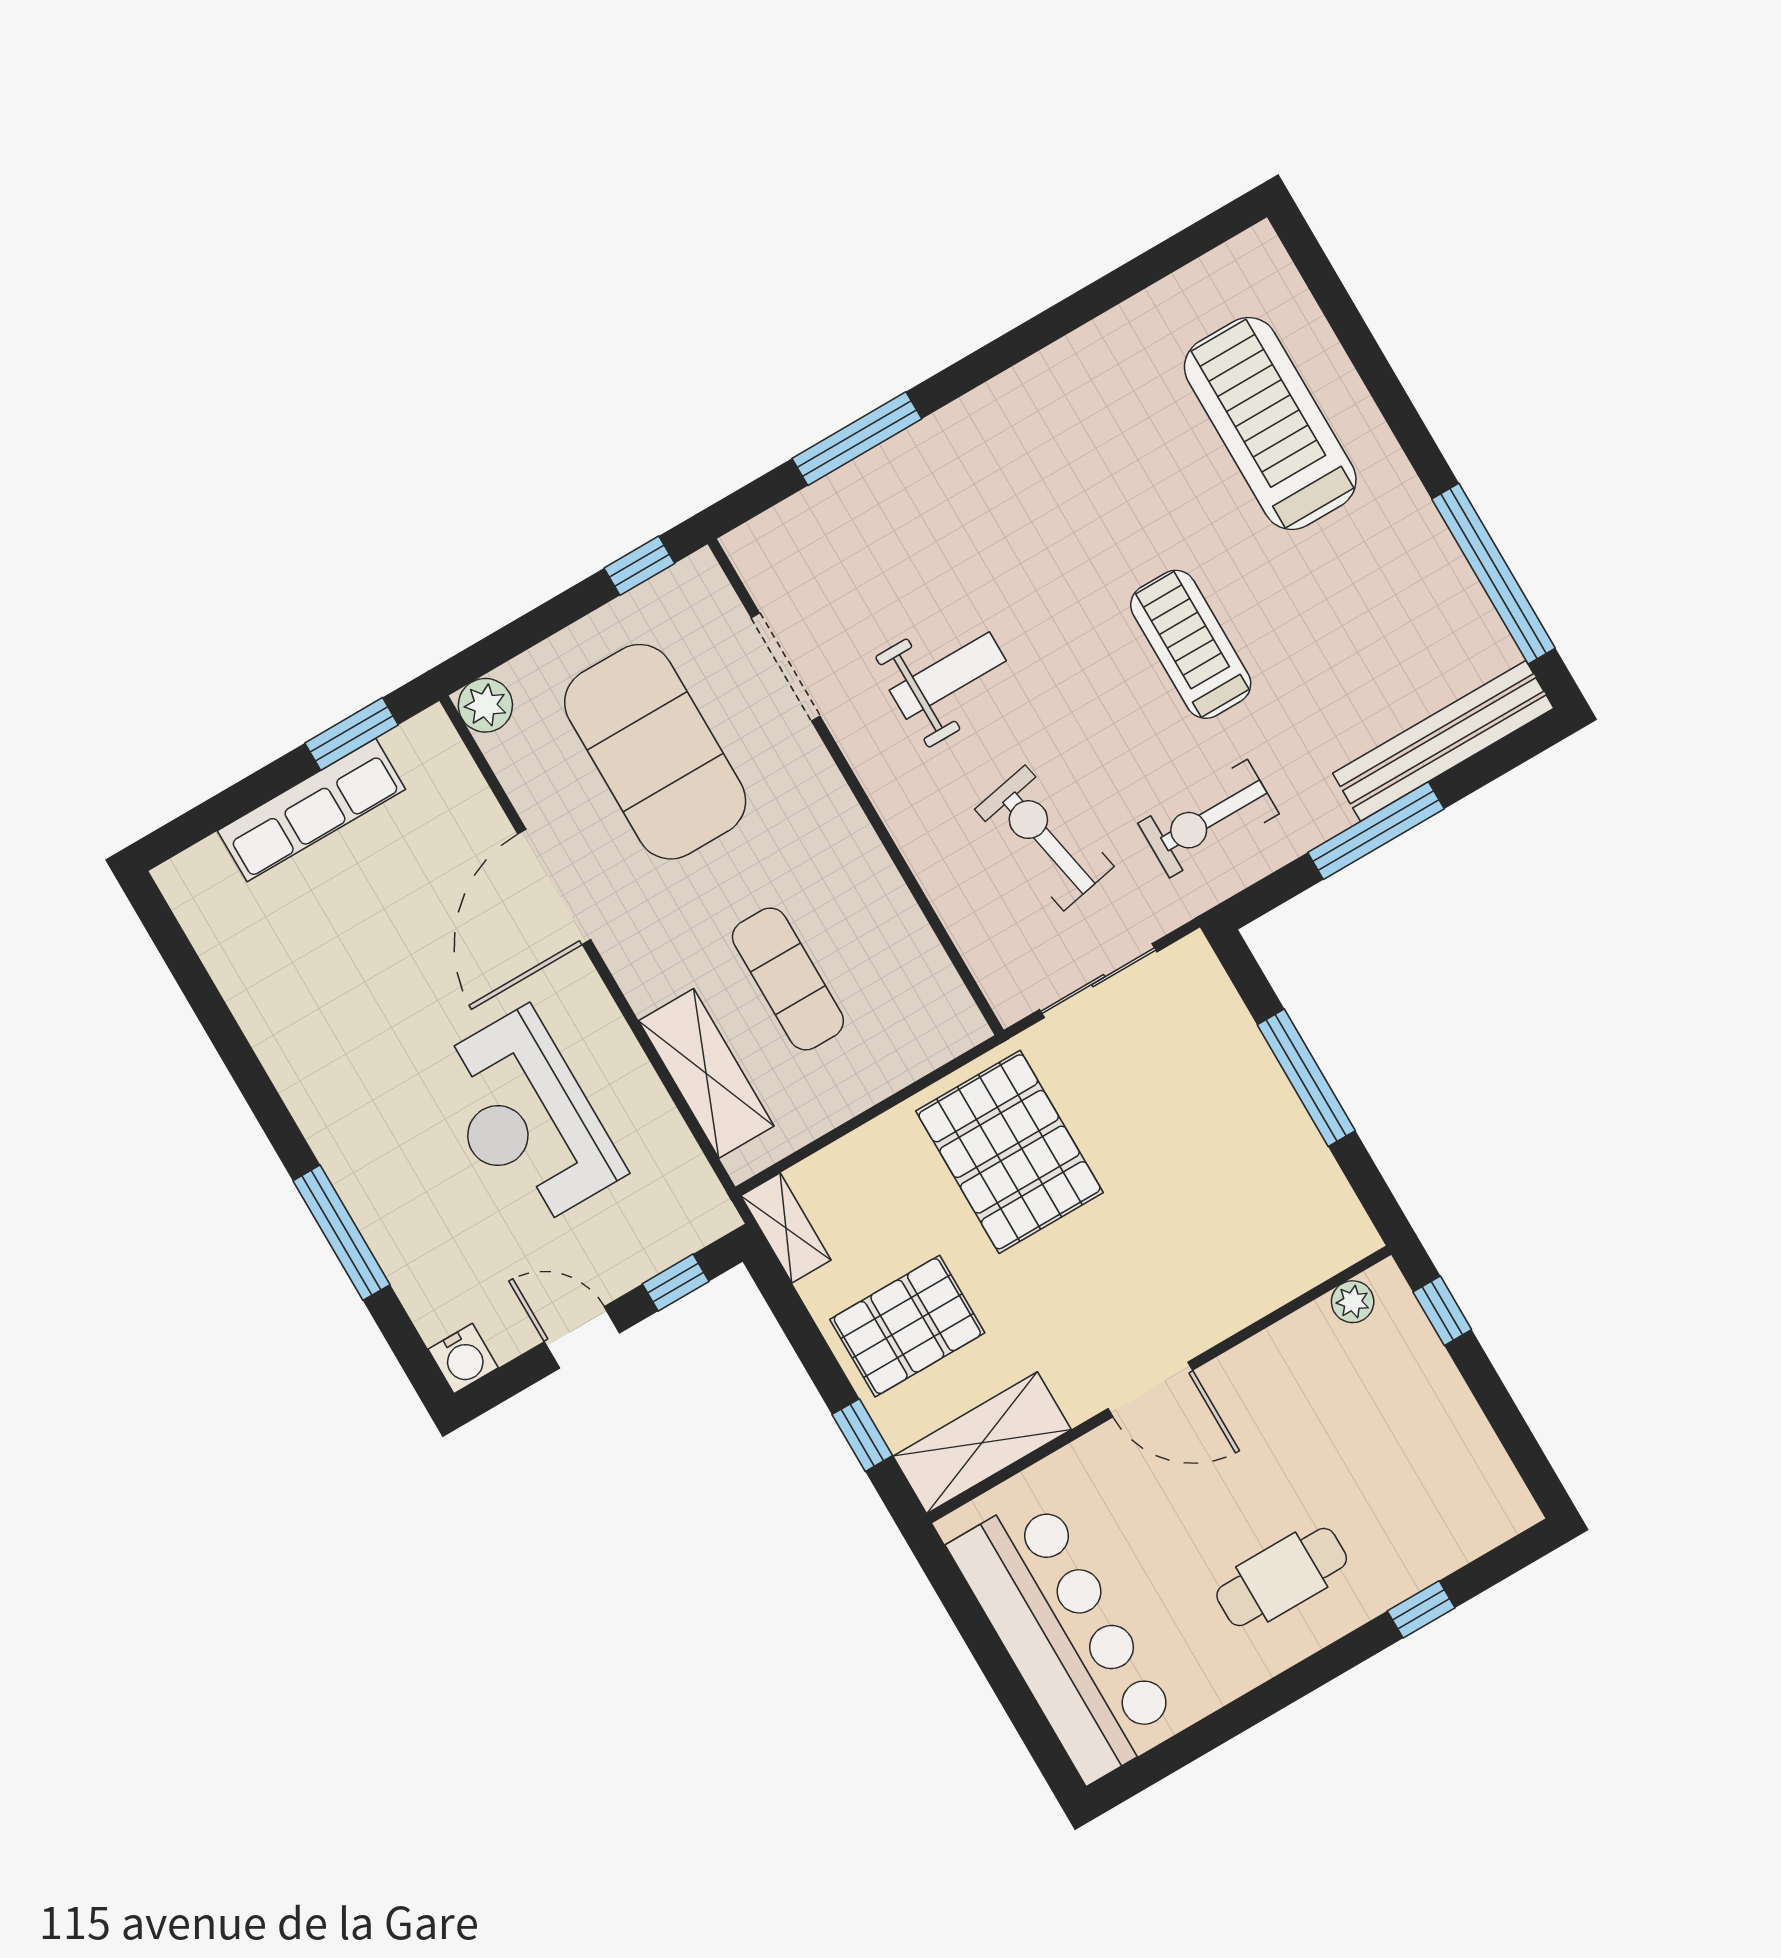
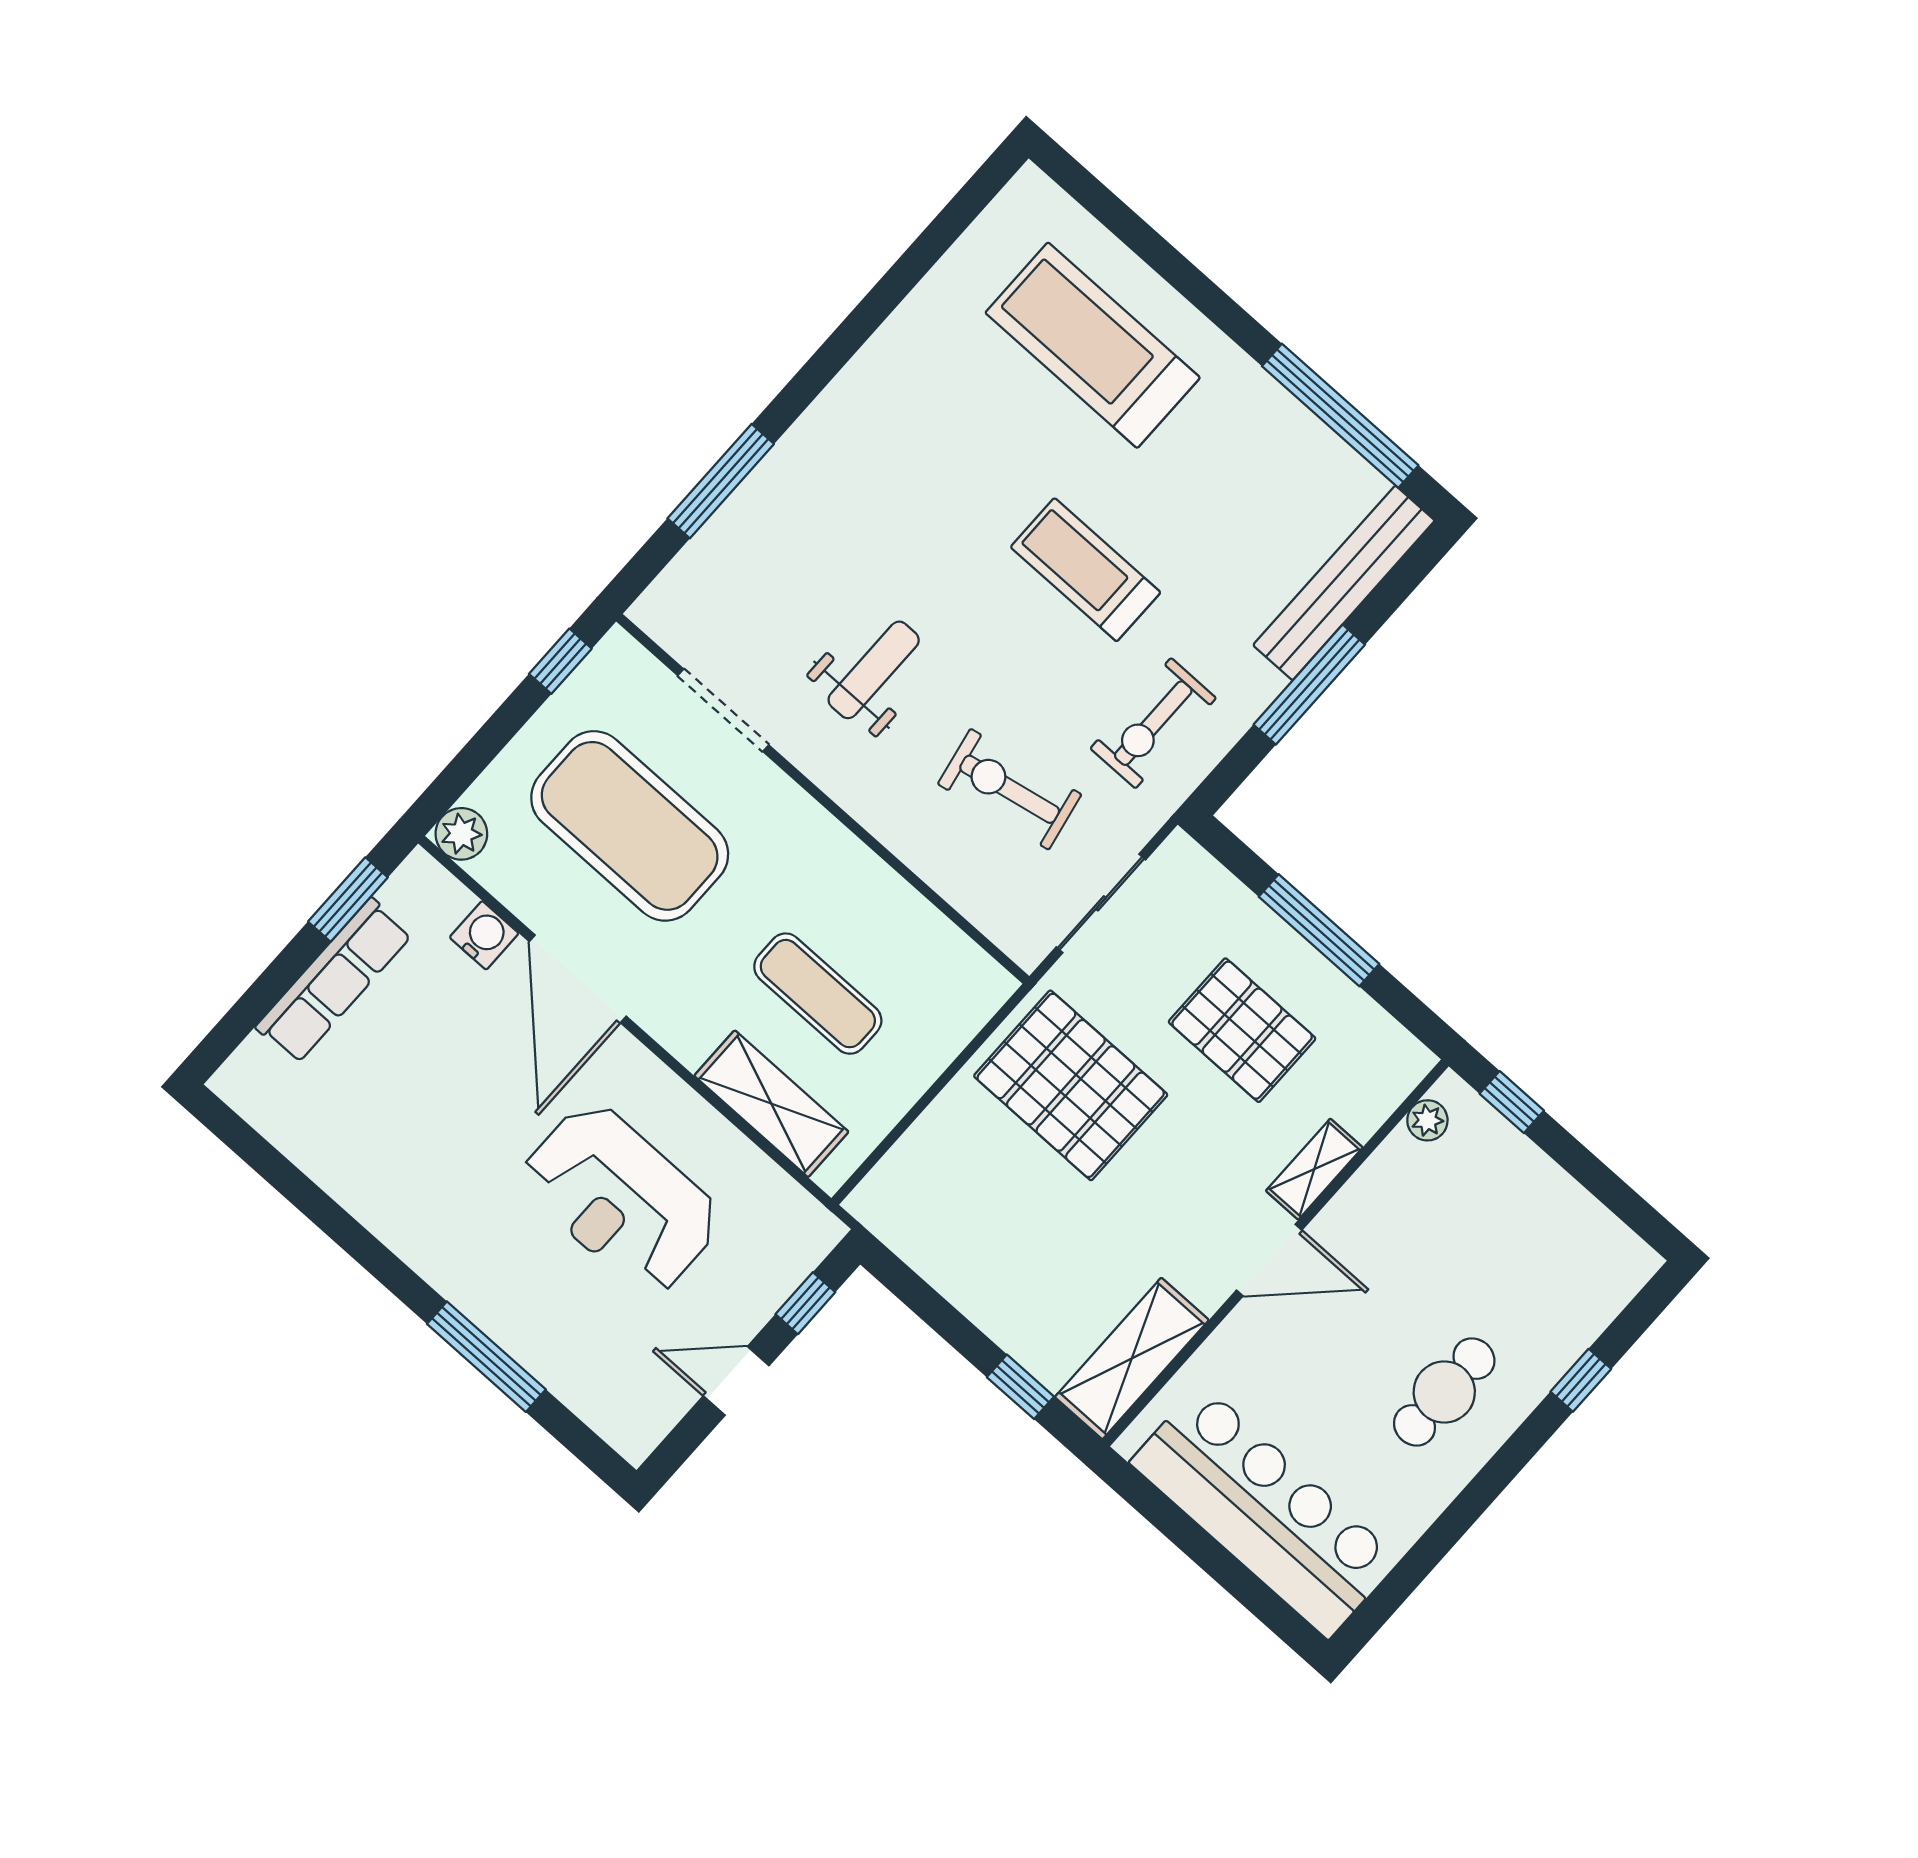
shelving: (786, 1228) -> (1314, 1169), moved, turned 90
pallet: (907, 1326) -> (1242, 1030), moved, turned 90
water cooler: (463, 1358) -> (484, 935), moved, turned -90

